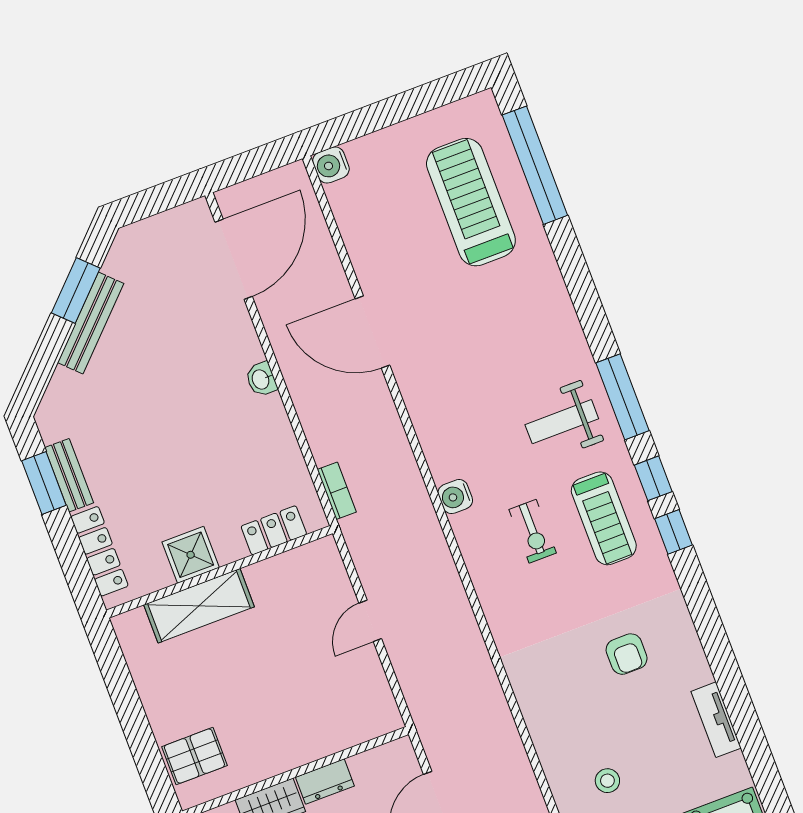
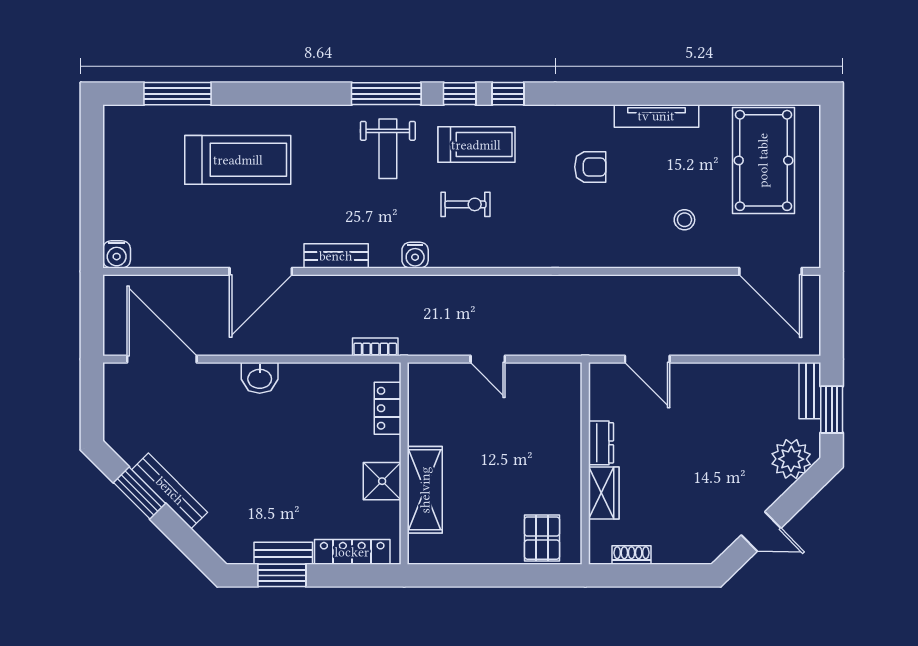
window: (535, 165) -> (178, 94), width x0.68
treadmill: (471, 202) -> (238, 160), moved, turned 180
washbasin: (261, 379) -> (260, 378), width x1.38, depth x1.45
bench: (421, 409) -> (336, 256), added
tv unit: (716, 720) -> (656, 116), width x1.41

